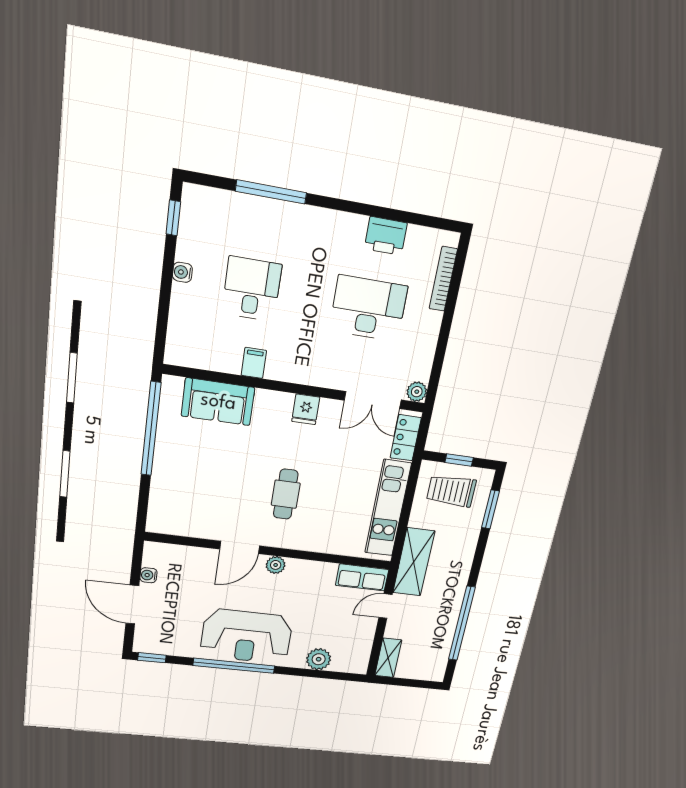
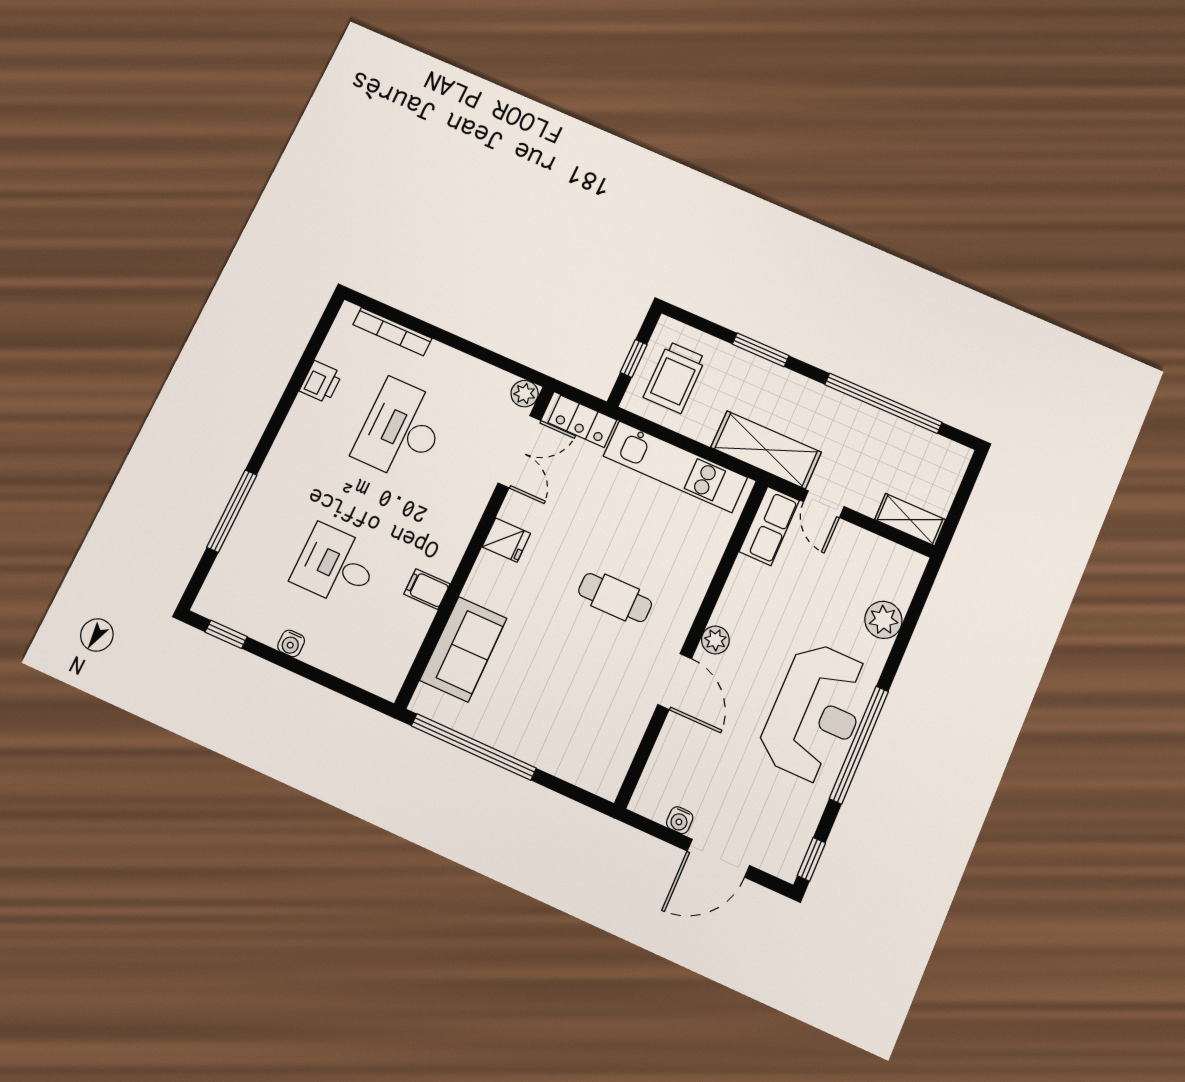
printer: (386, 236) -> (321, 382), width x0.73, depth x0.81
window: (490, 509) -> (761, 350), moved

